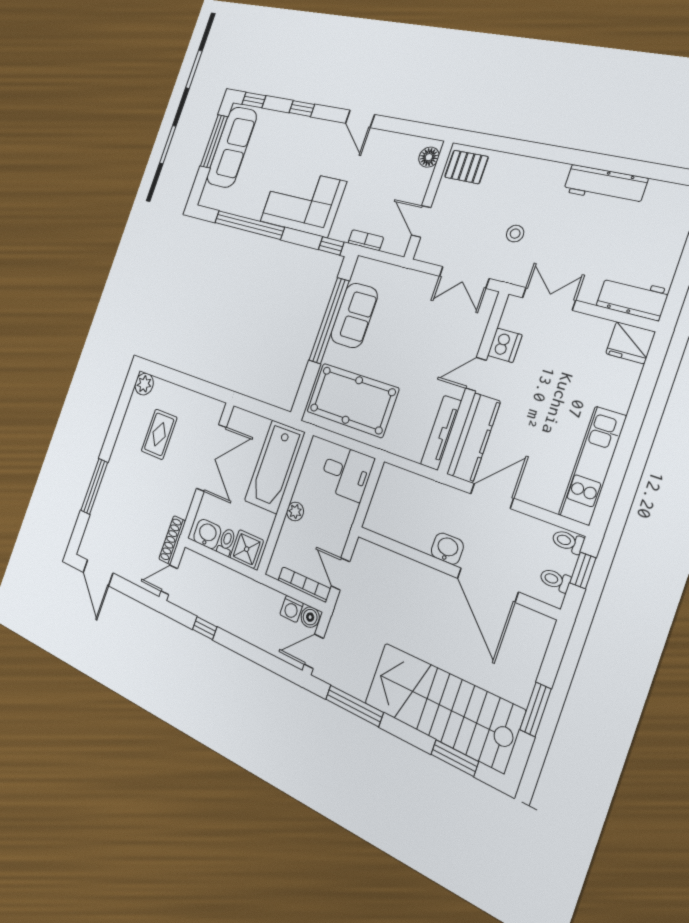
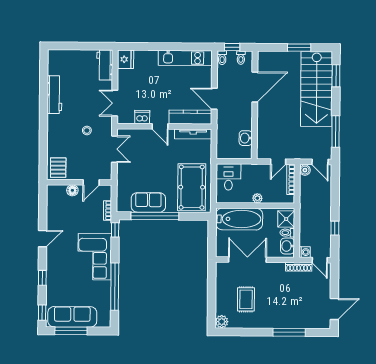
floor lamp: (429, 157) -> (72, 190), moved
rug: (159, 434) -> (246, 299), turned 90
washbasin: (447, 549) -> (246, 138), moved
washing machine: (292, 609) -> (305, 252), moved

